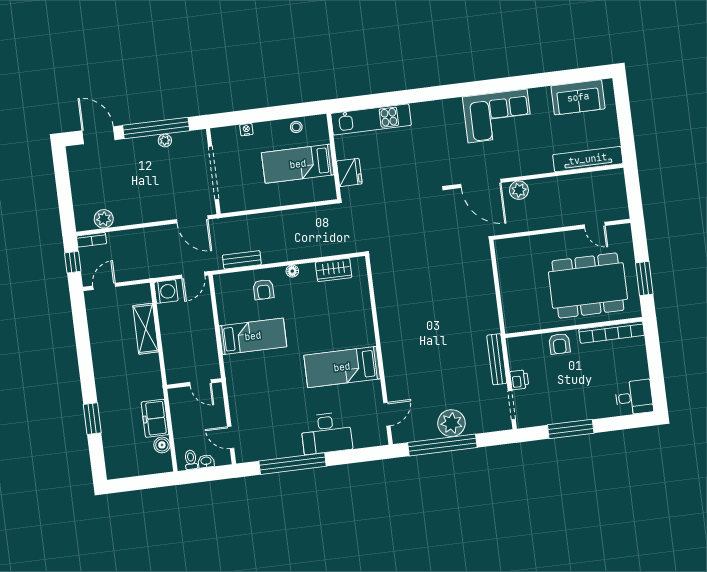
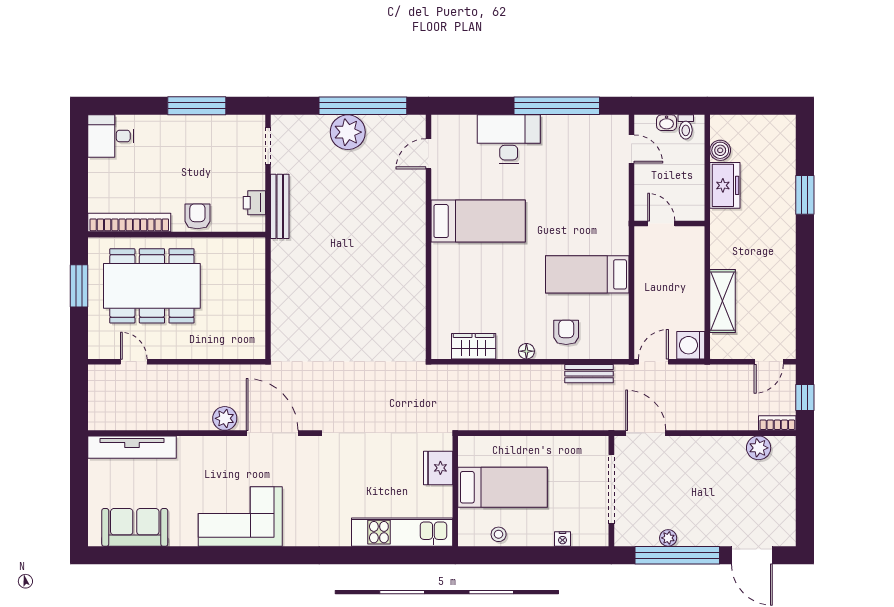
printer: (519, 380) -> (254, 203), moved

